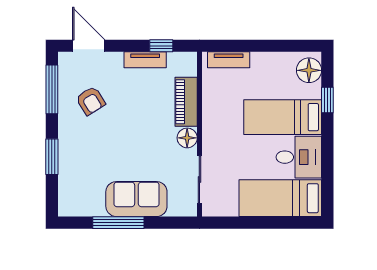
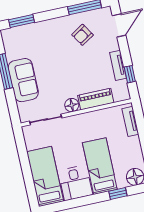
window: (52, 157) -> (22, 21), moved

